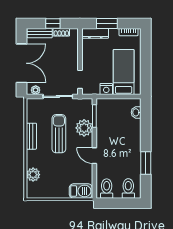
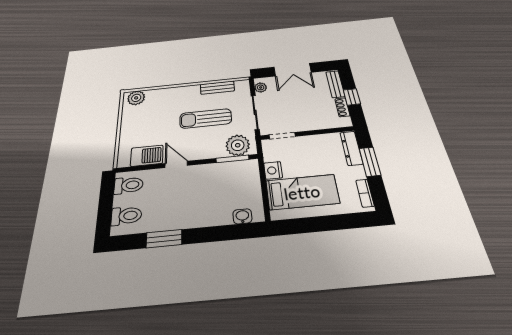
double door: (21, 63) -> (292, 70), width x0.73
plant: (84, 128) -> (238, 145), moved
sun lounger: (59, 134) -> (206, 118), turned 180
bench: (31, 136) -> (217, 88), moved
door: (94, 156) -> (176, 164), hinge flipped
plant: (33, 175) -> (136, 98), moved
barbecue: (81, 191) -> (147, 156), moved, turned -90

